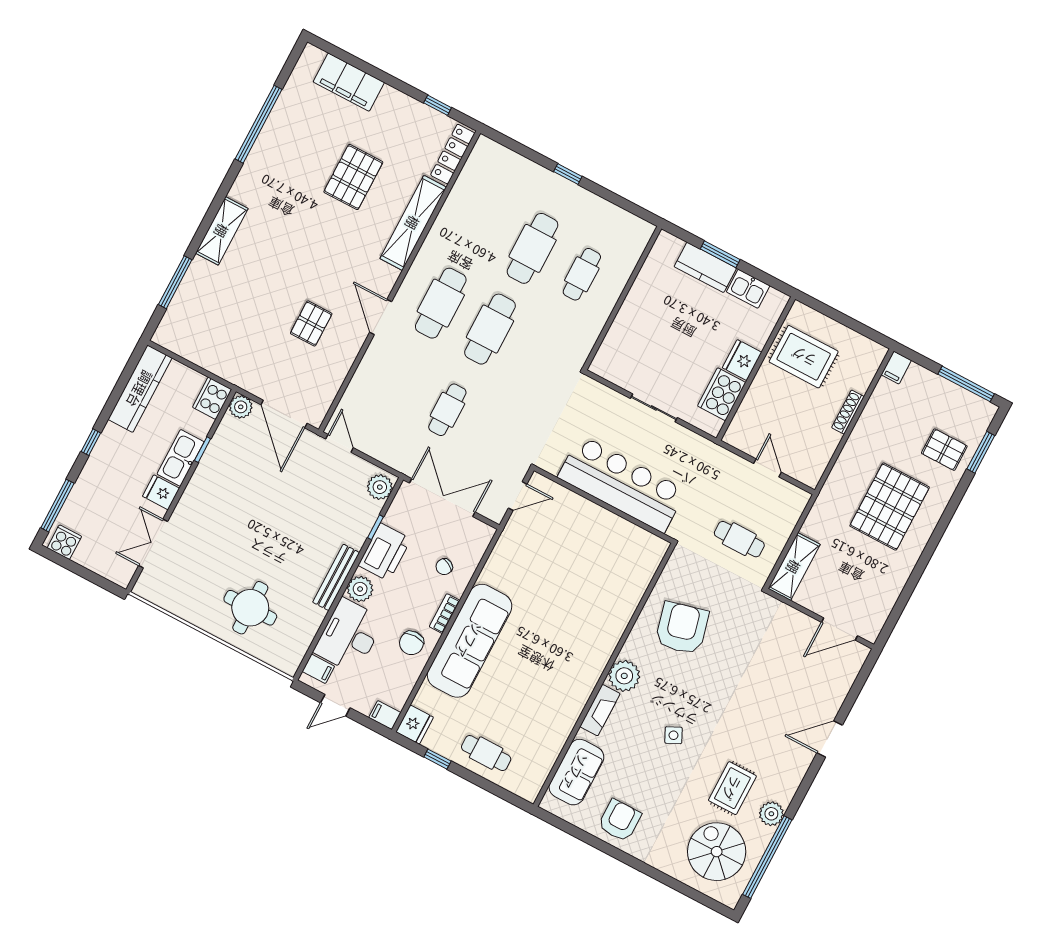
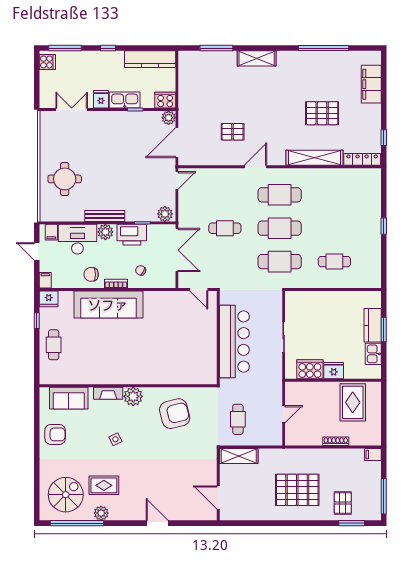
cafe table: (533, 248) -> (280, 262), moved

